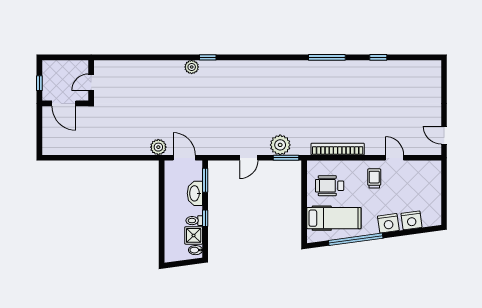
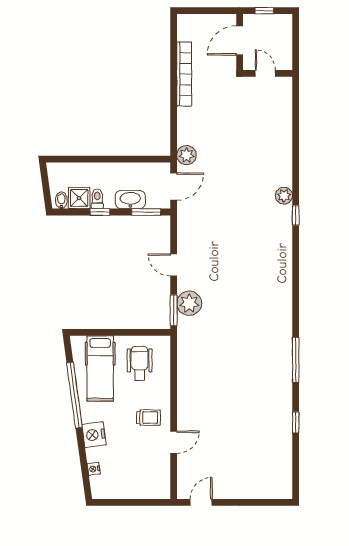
bookcase: (338, 149) -> (184, 74), moved
nightstand: (411, 220) -> (94, 469), width x0.53, depth x0.56

